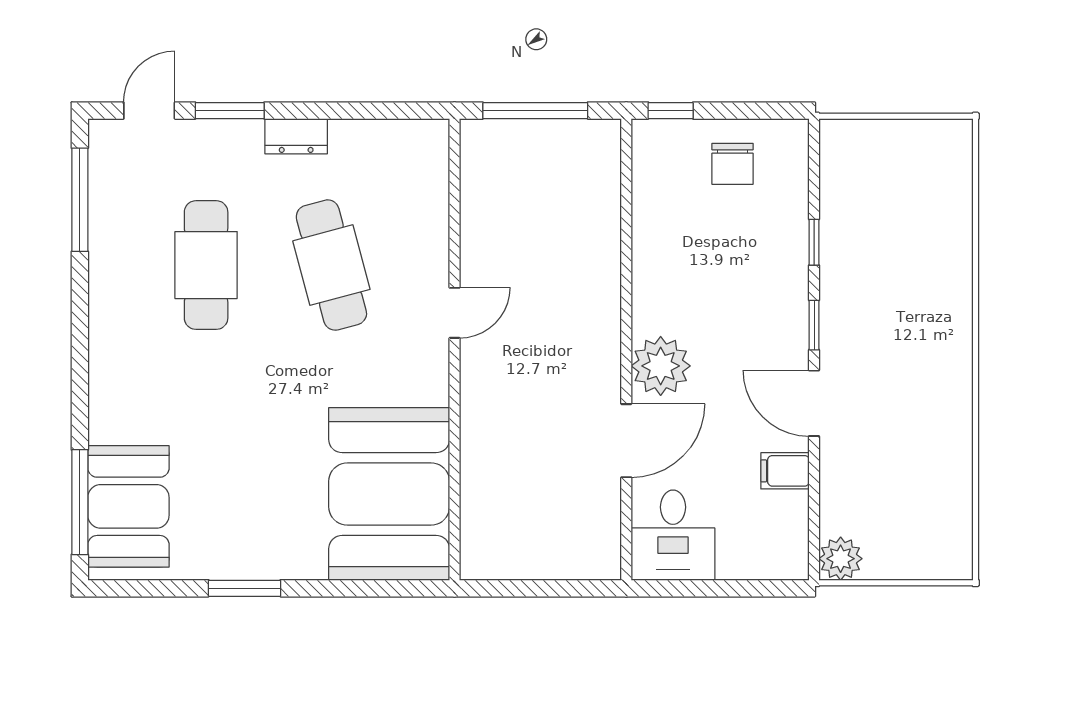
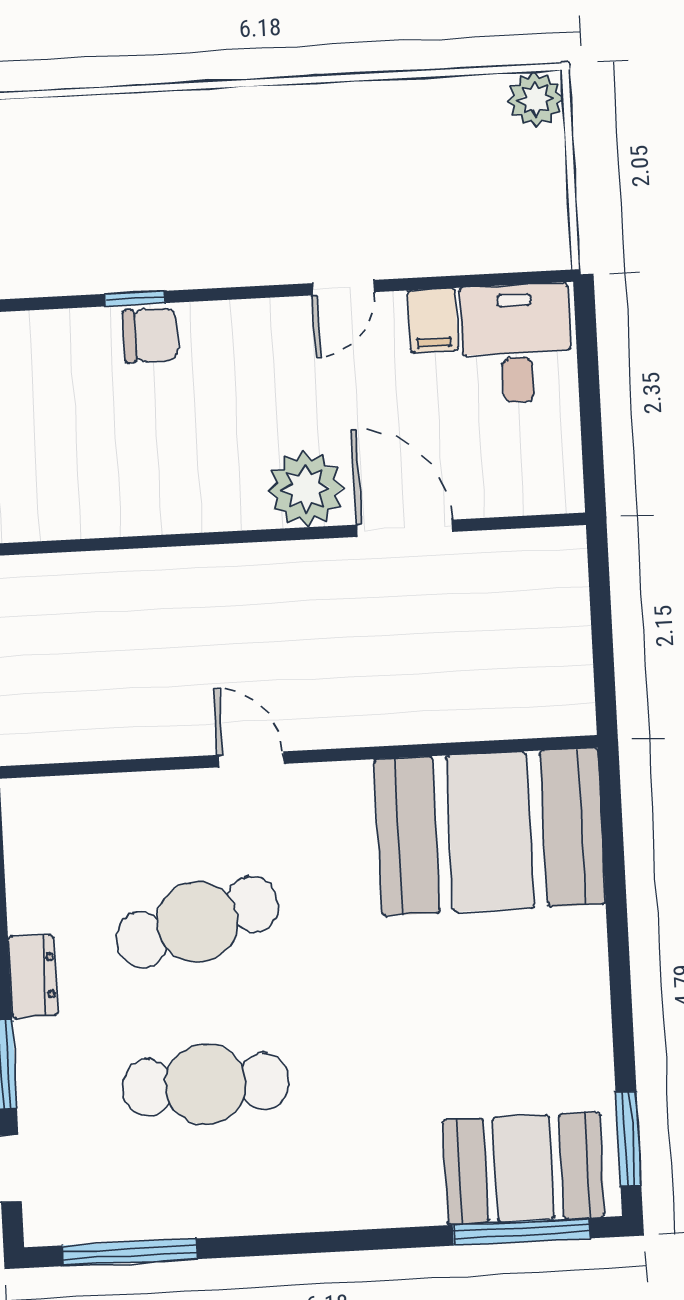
chair: (732, 164) -> (151, 335), moved
window: (814, 325) -> (242, 293), removed
door: (814, 403) -> (344, 288), width x0.73
desk: (673, 535) -> (516, 343), moved, turned -90
plant: (841, 559) -> (535, 99), moved
window: (245, 588) -> (628, 1139), moved

